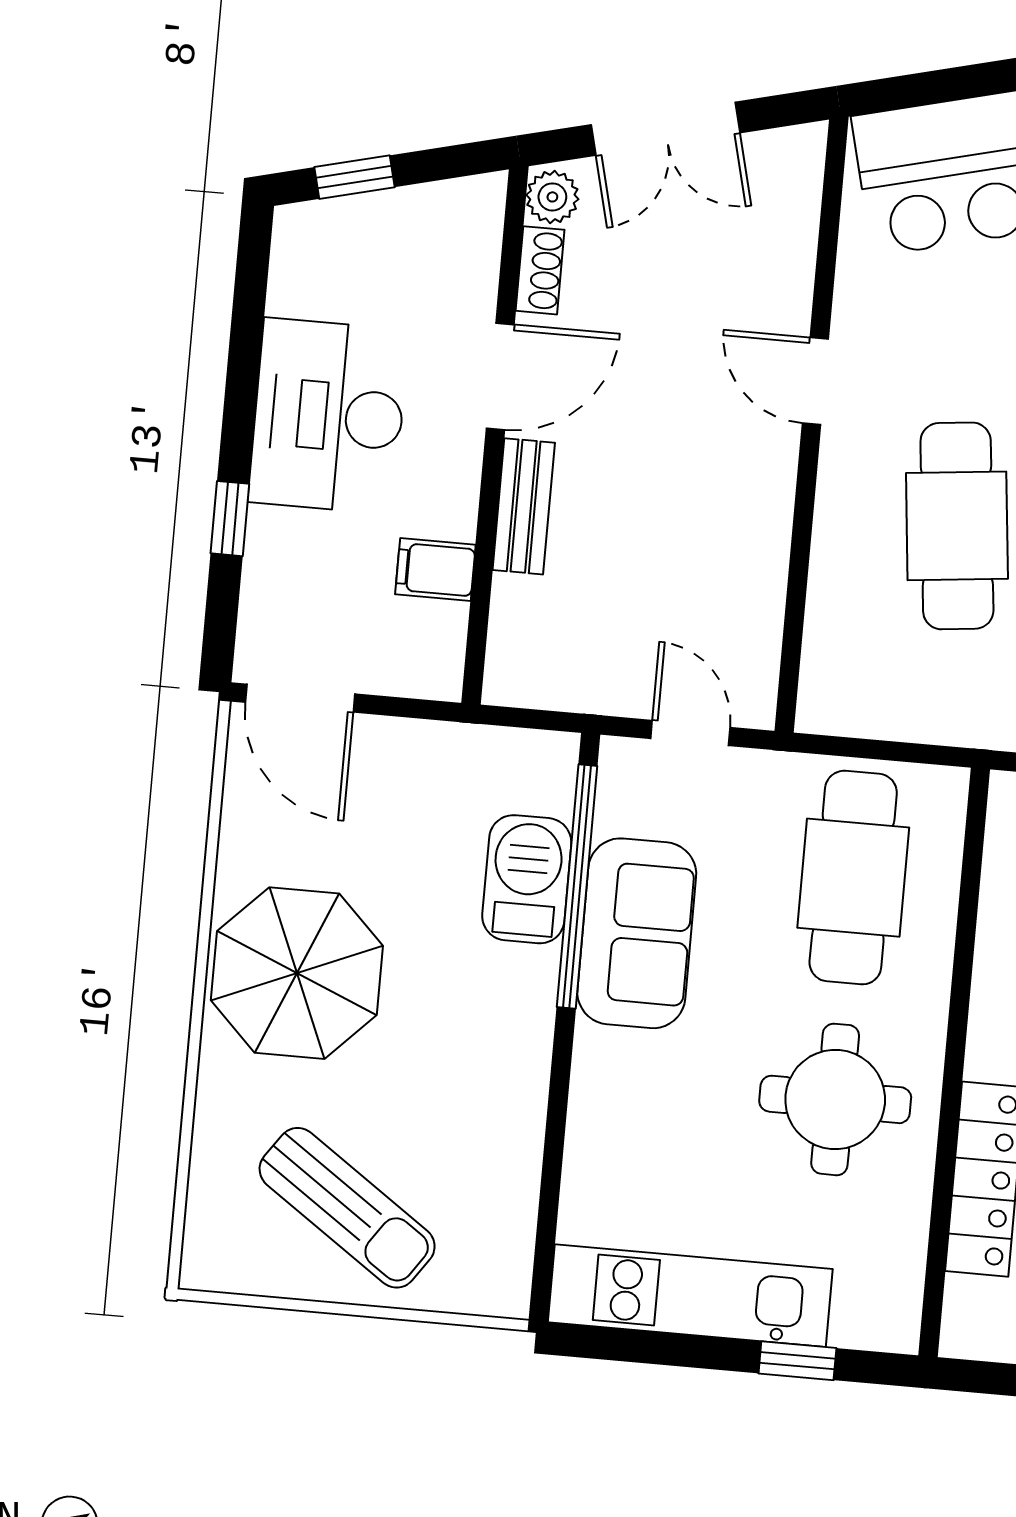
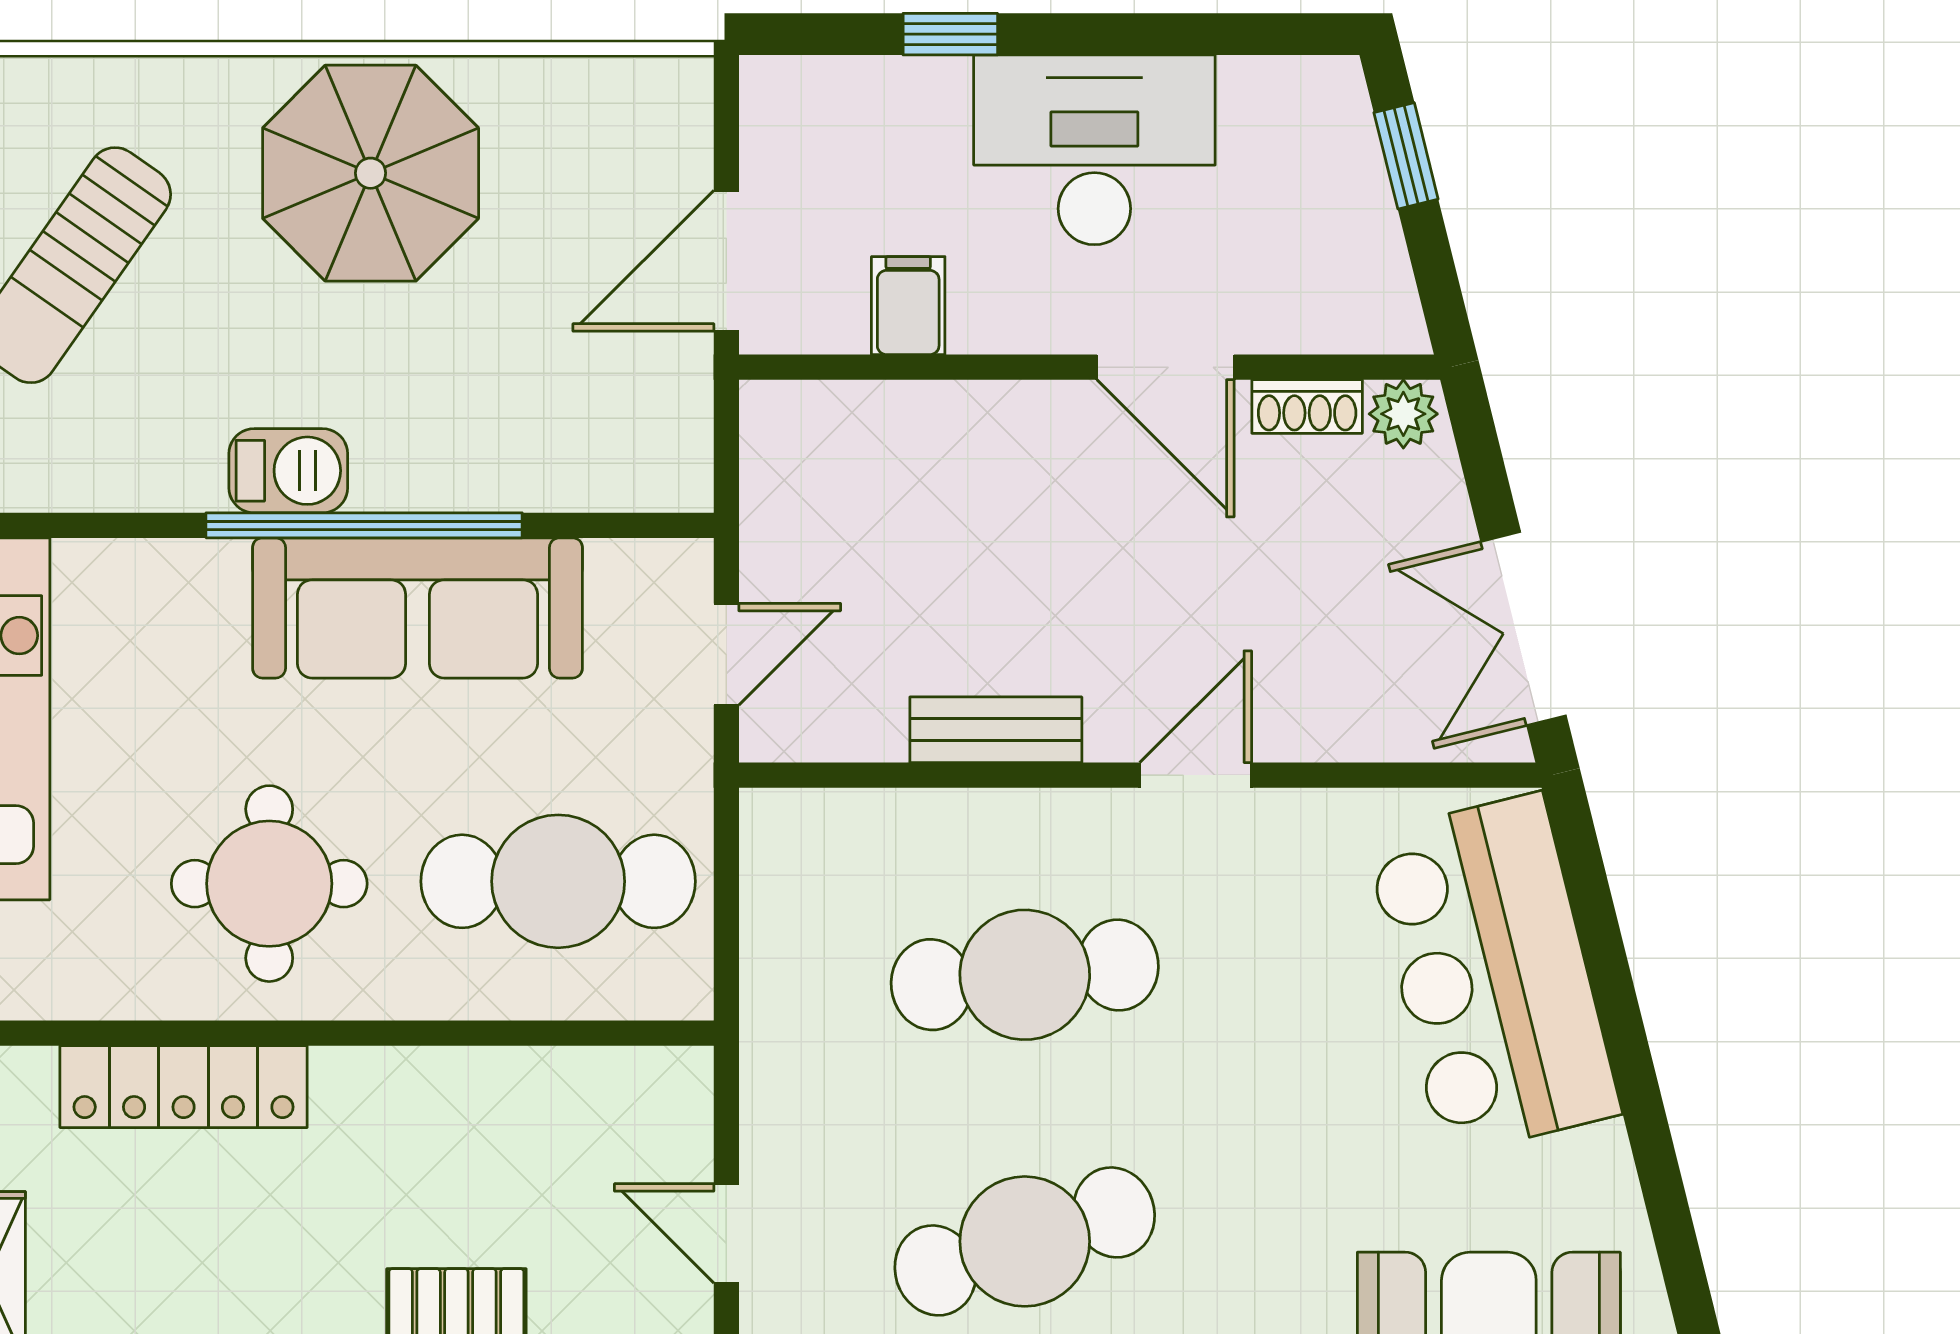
double door: (666, 129) -> (1524, 629), moved
bench: (524, 506) -> (996, 730), moved
door: (300, 698) -> (726, 261), moved
barbecue: (527, 879) -> (288, 471), moved, width x0.73, depth x0.79
window: (577, 887) -> (364, 525), moved
sofa: (637, 933) -> (417, 608), width x1.36

